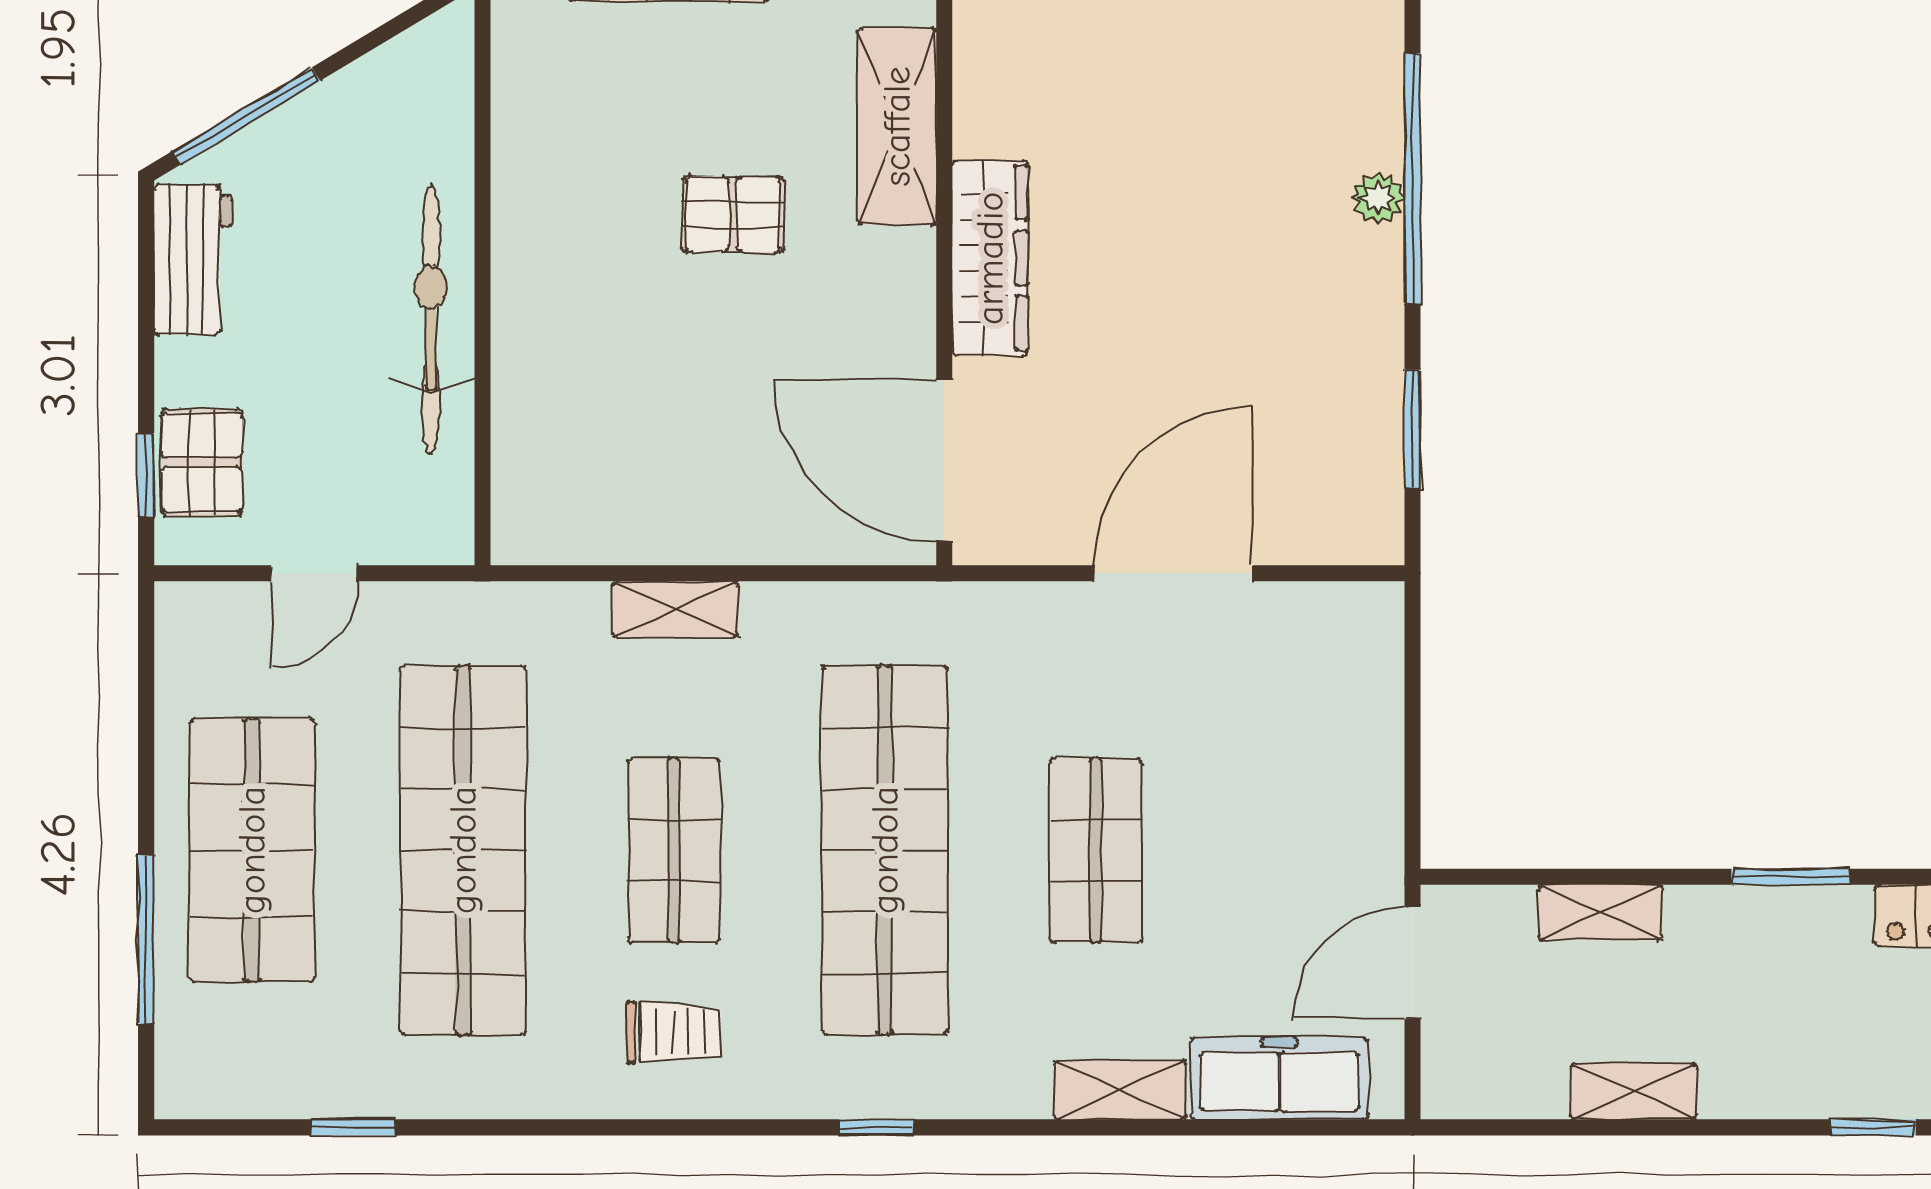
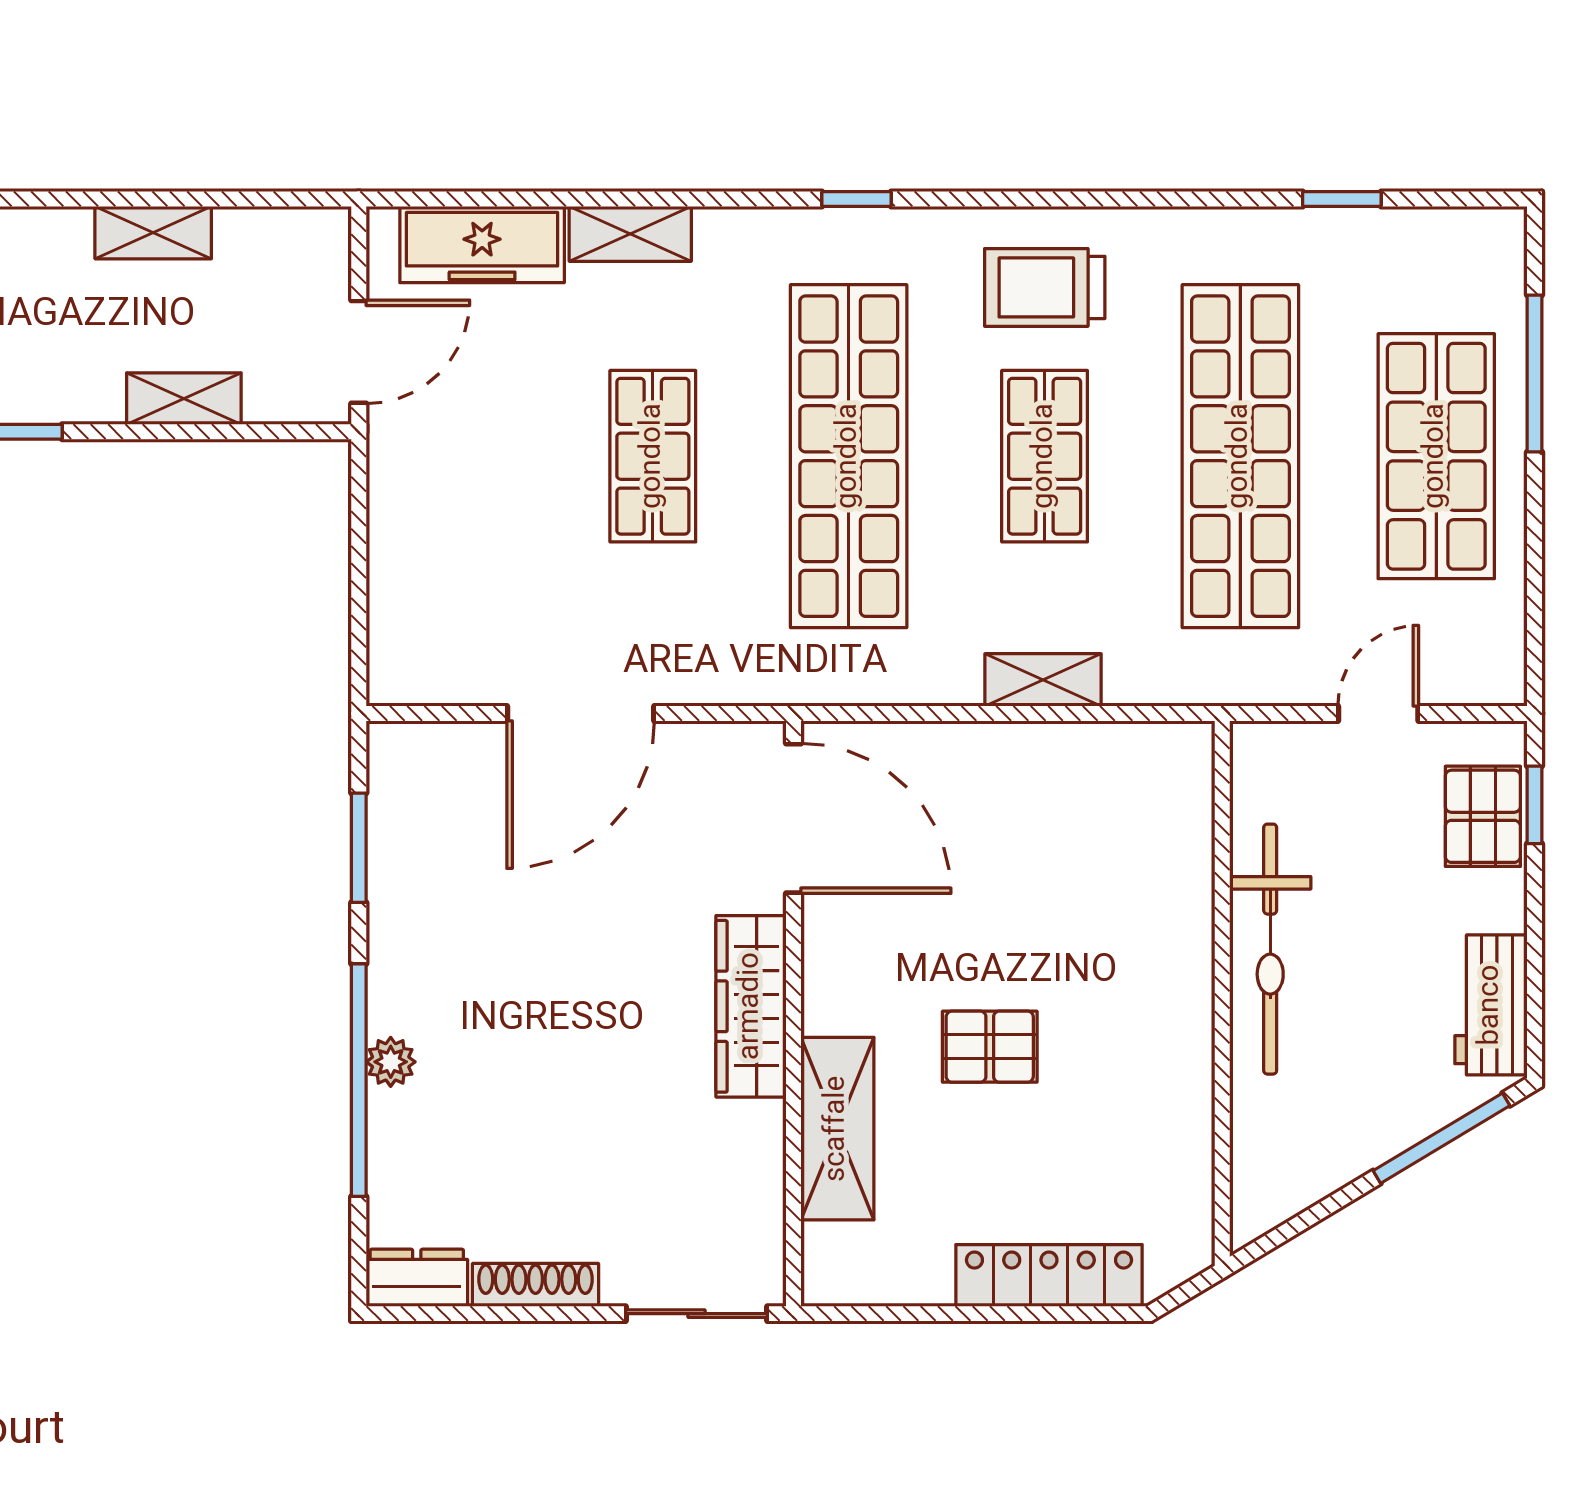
trolley: (674, 1032) -> (1045, 287), width x1.36, depth x1.39

